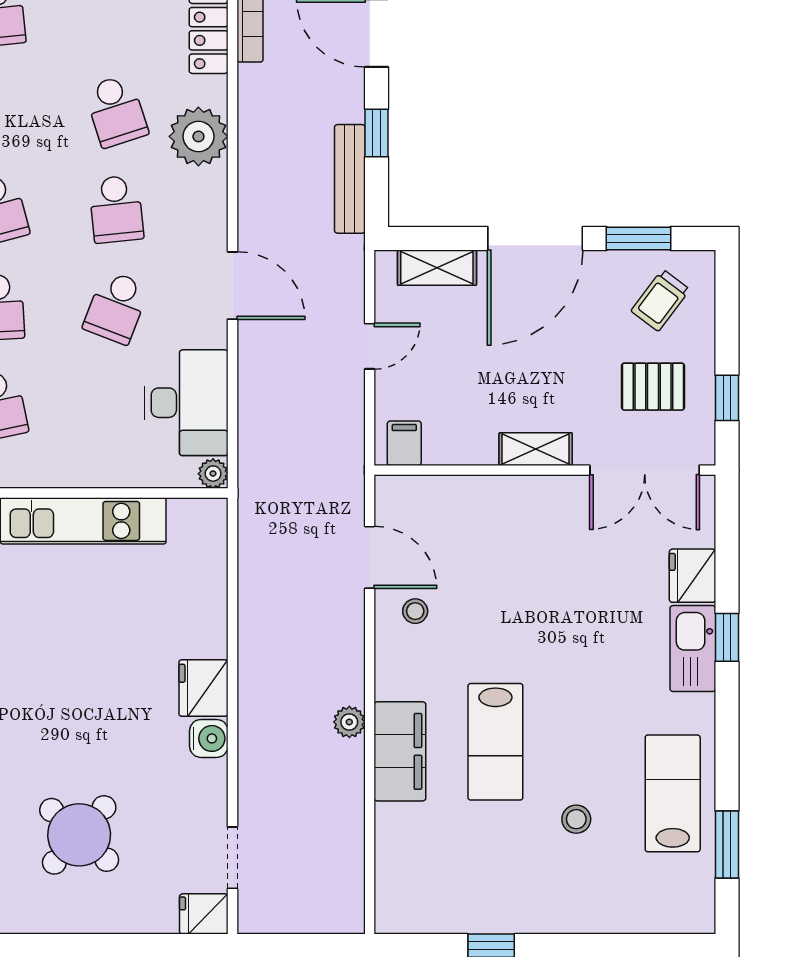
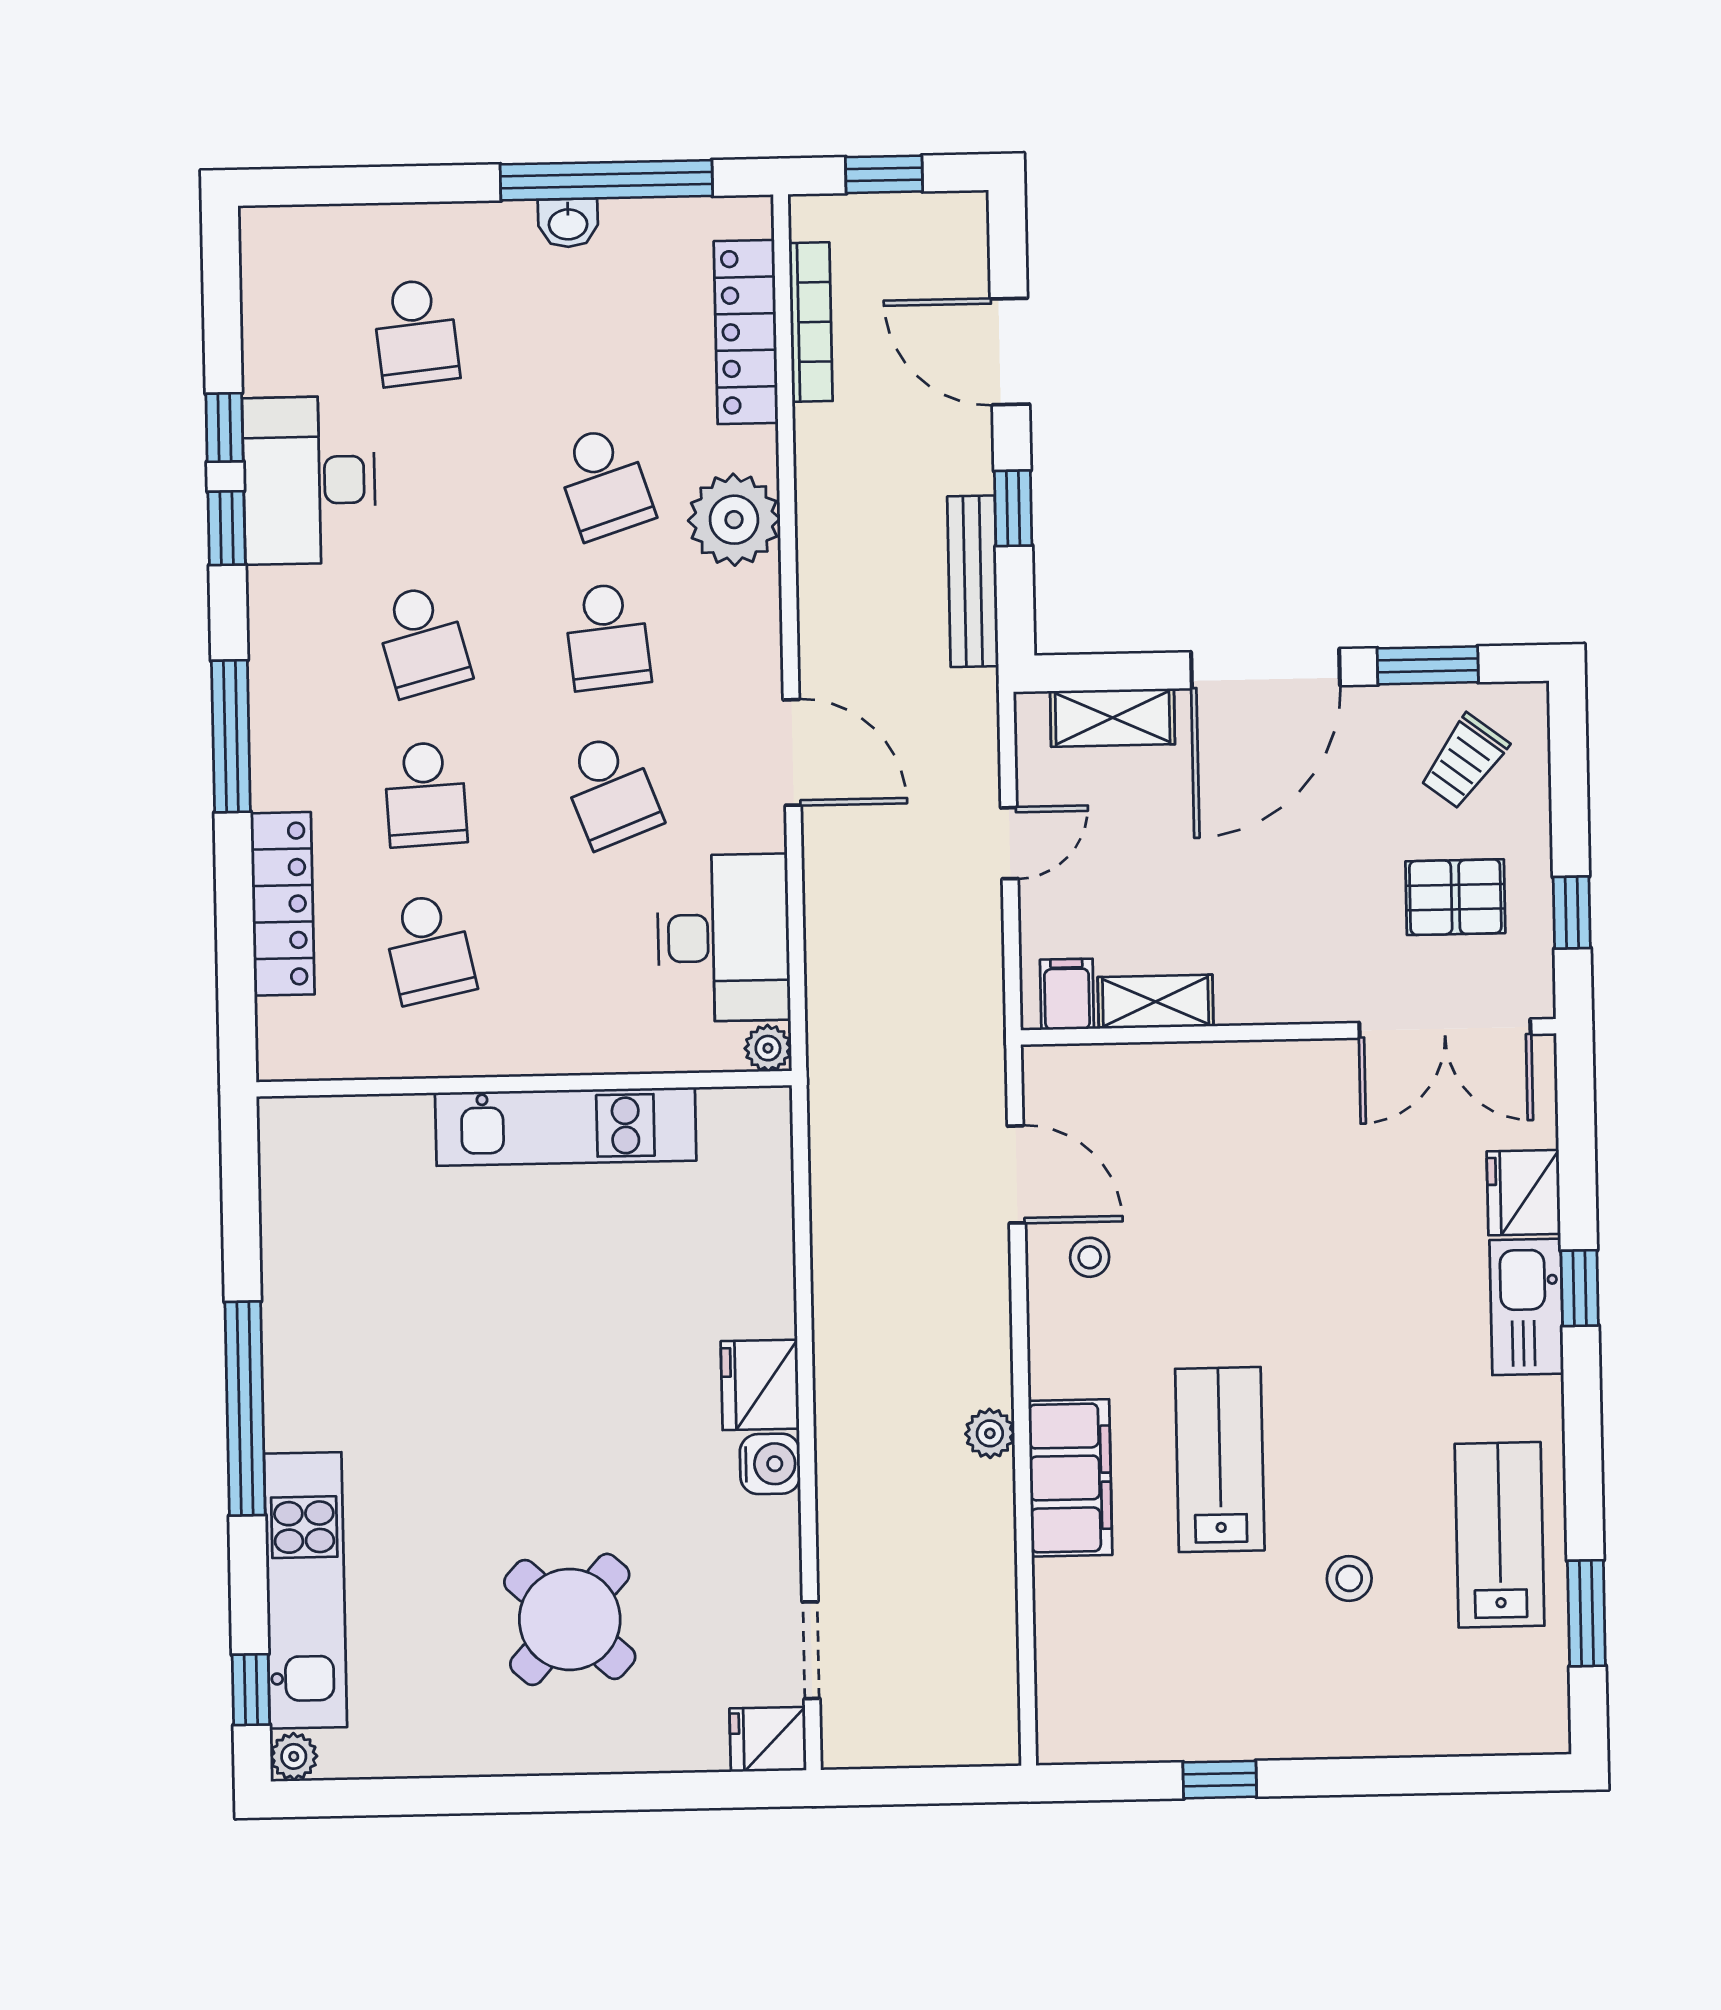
school desk: (116, 307) -> (610, 790), turned -42
shelving: (536, 449) -> (1156, 1002), moved
lab bench: (495, 742) -> (1220, 1460), turned 180

